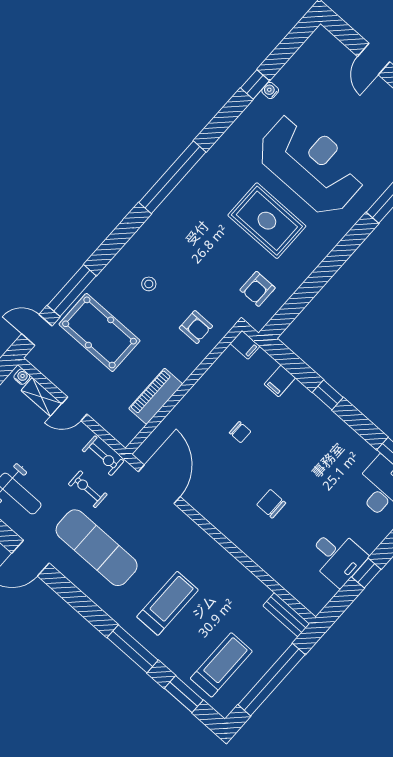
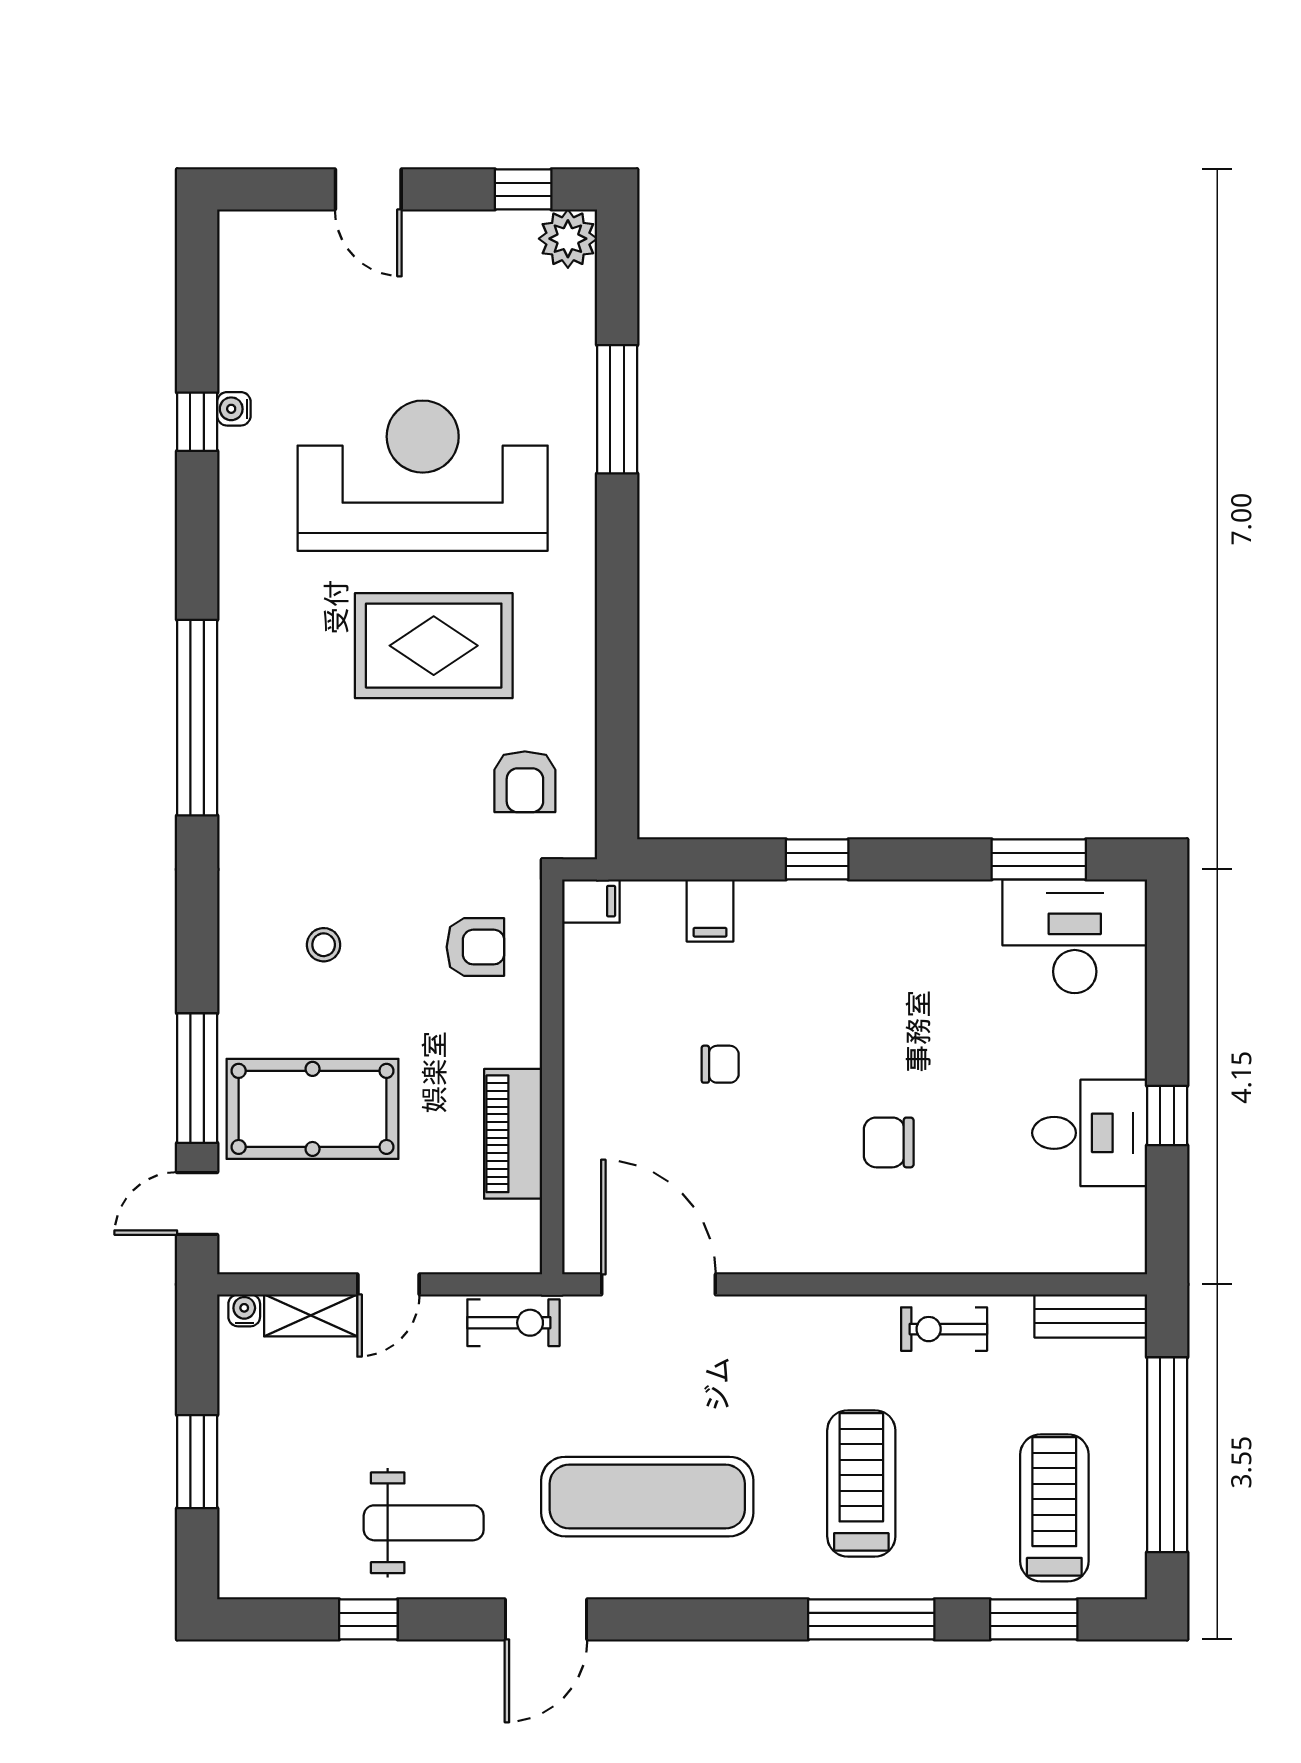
exercise bike: (88, 489) -> (944, 1329), moved

